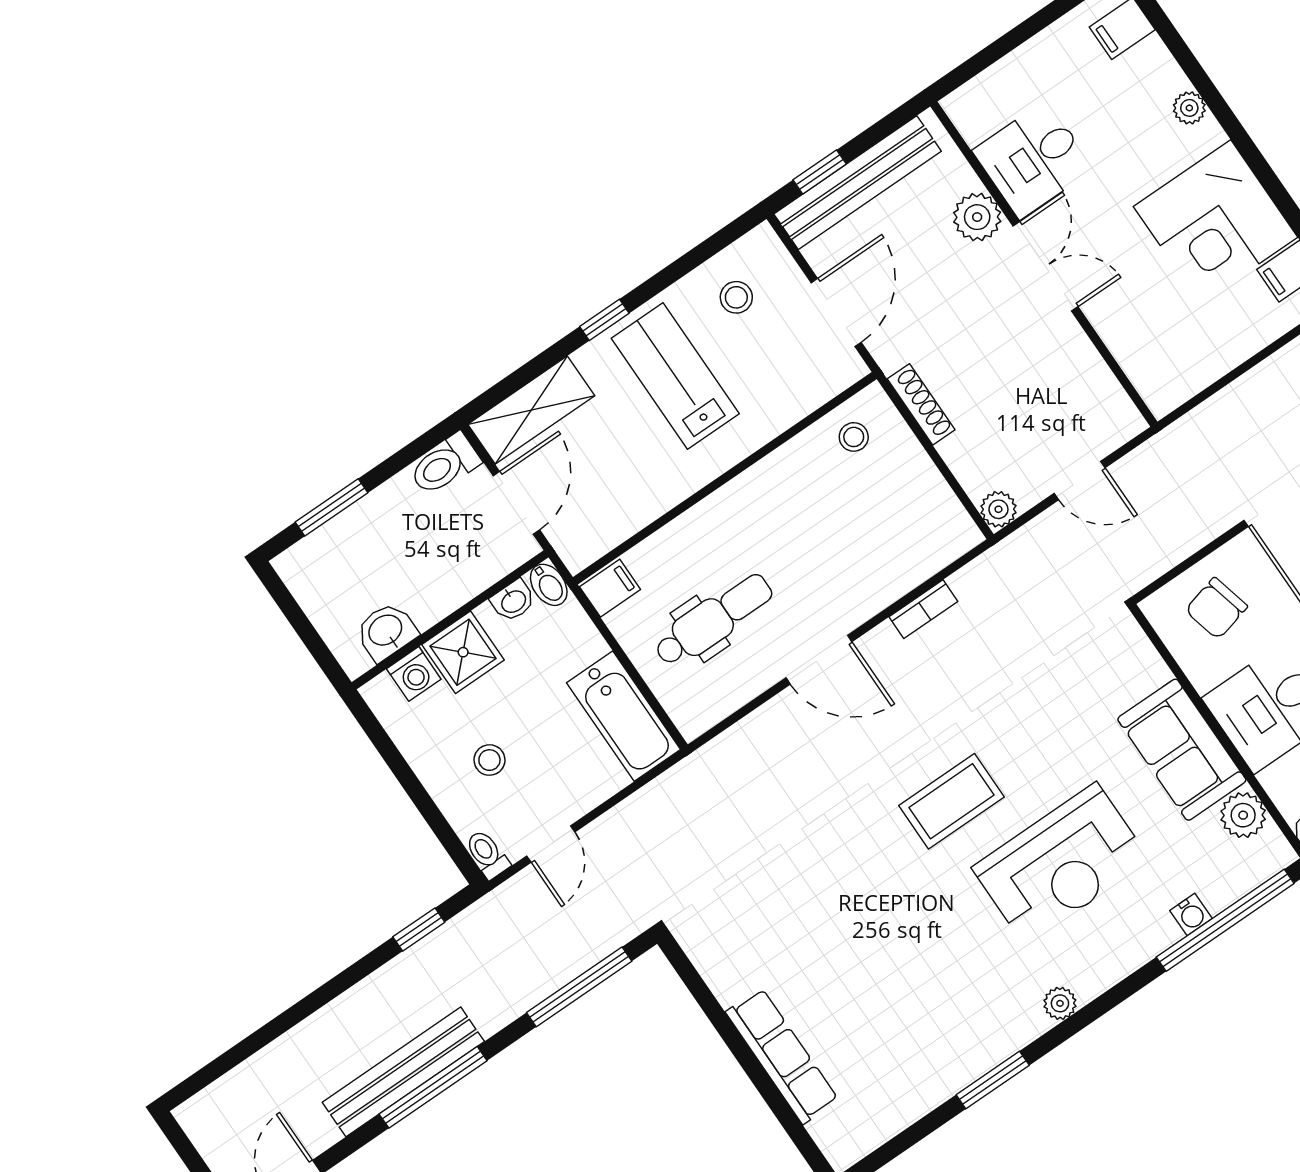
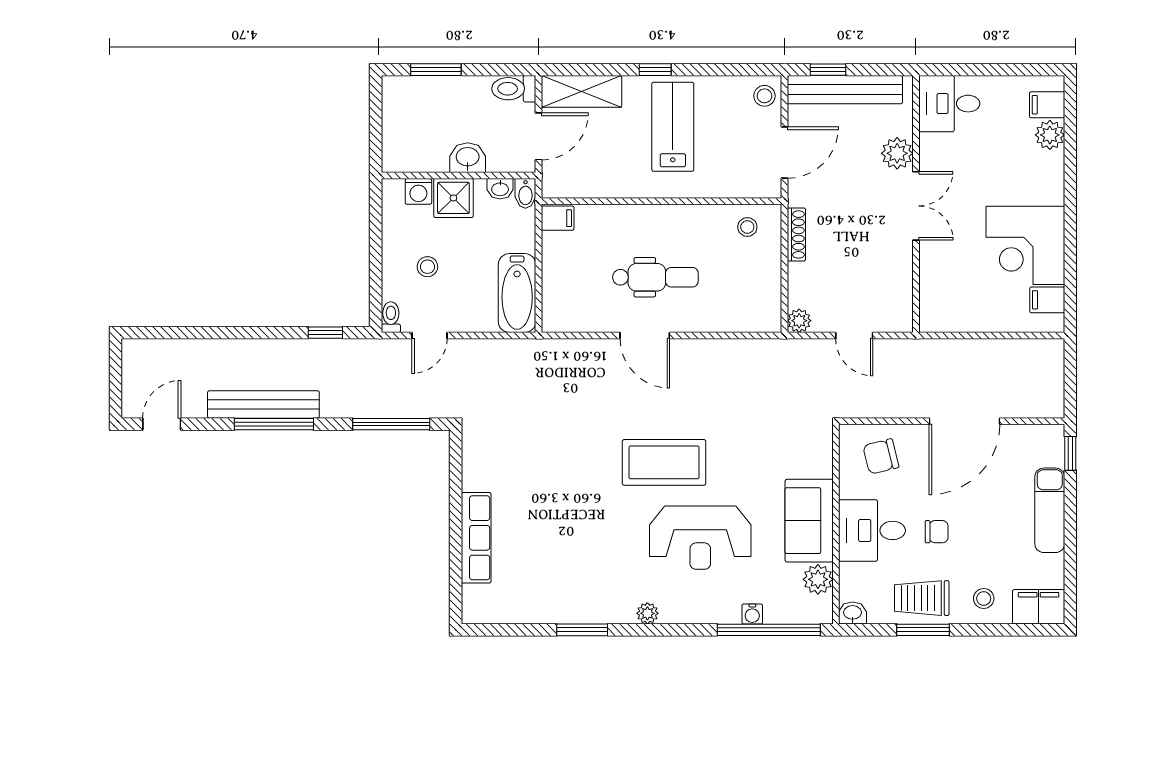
plant: (1189, 108) -> (1050, 135), moved, width x1.38, depth x1.38
desk: (1033, 160) -> (949, 104), moved
stool: (736, 297) -> (764, 96), moved
bookcase: (923, 609) -> (721, 347), removed
dental chair: (713, 620) -> (655, 277), moved
washbasin: (386, 631) -> (468, 158), moved
coffee table: (951, 801) -> (664, 462), width x1.36, depth x1.32

